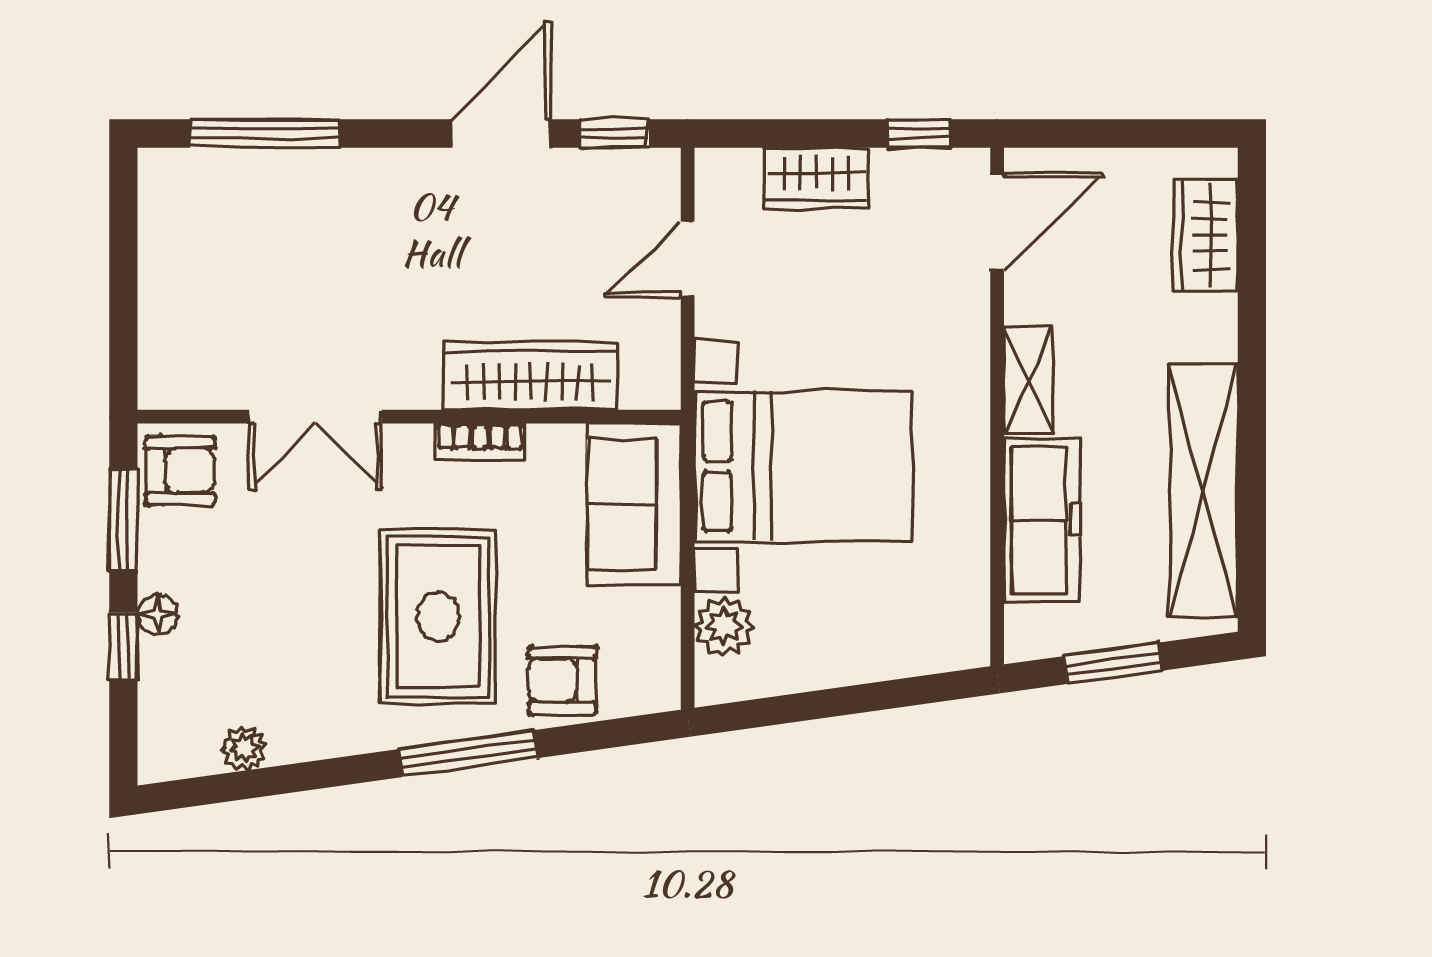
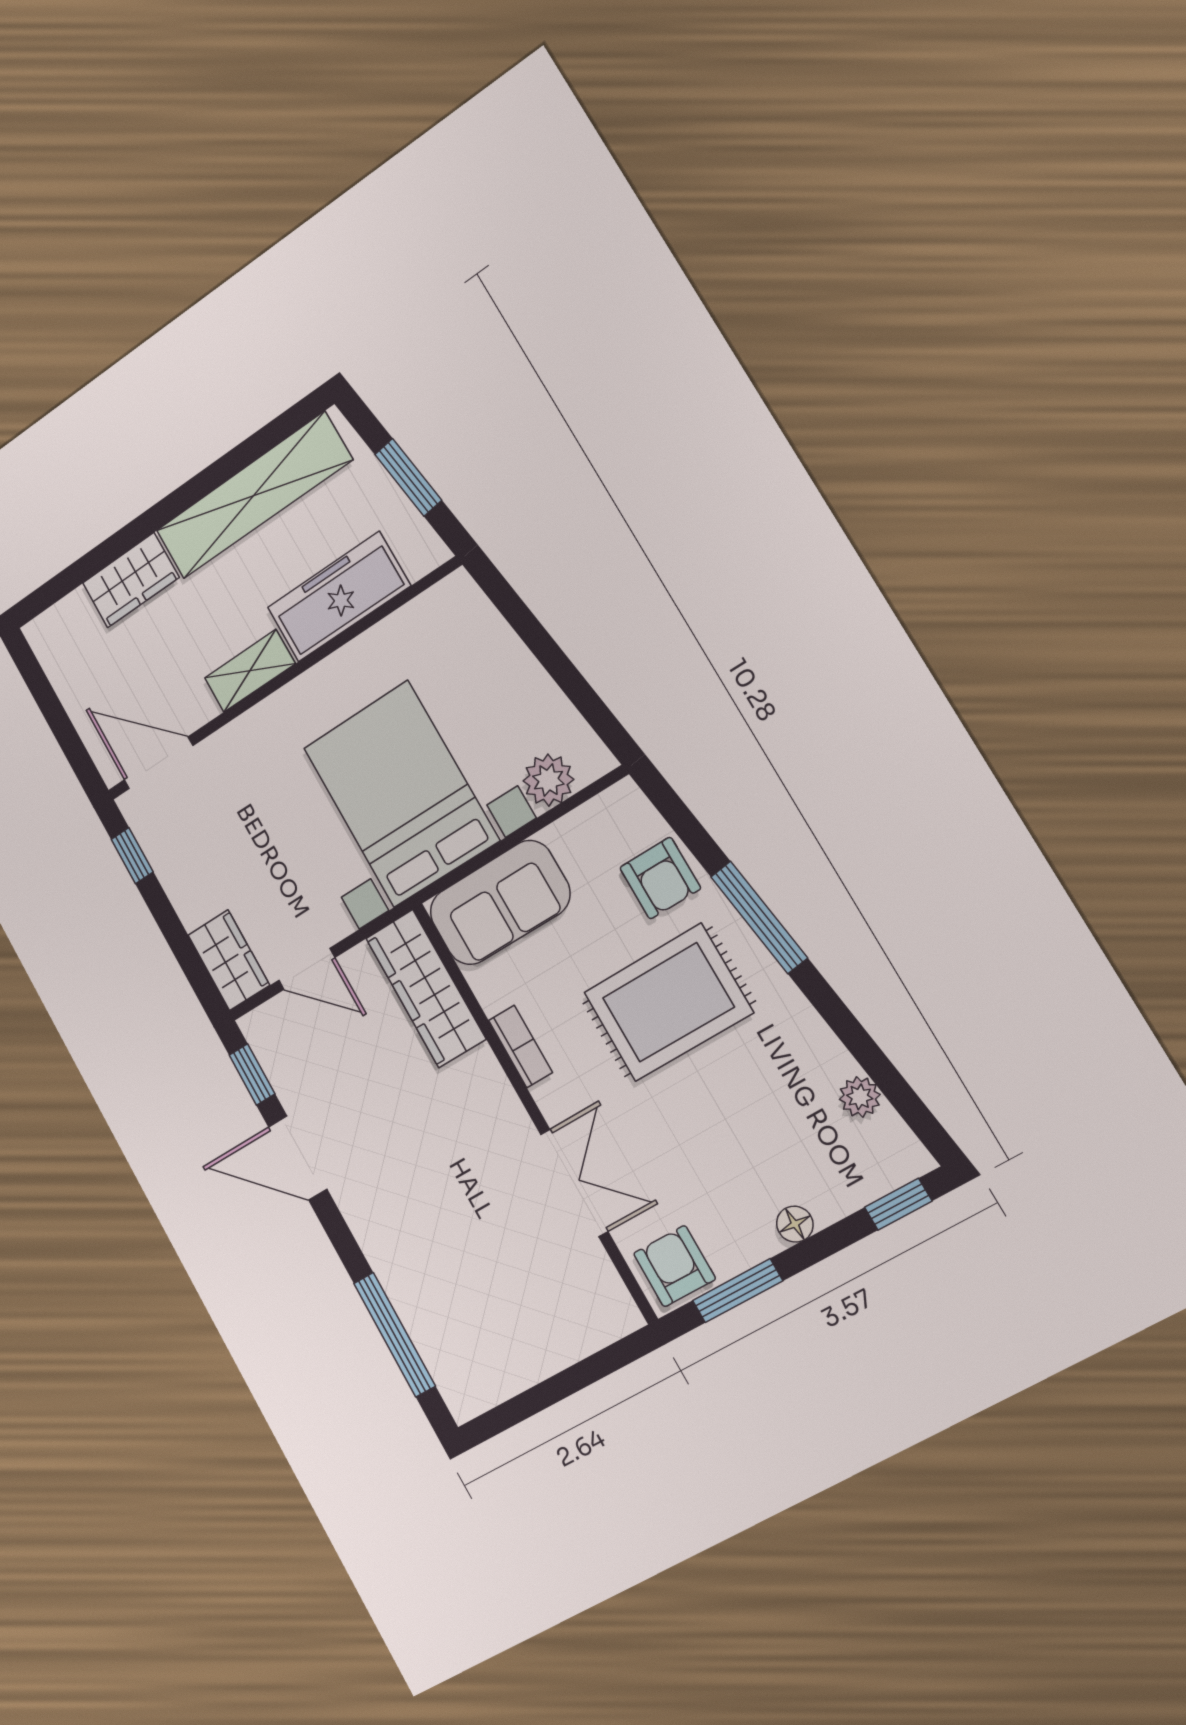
wardrobe: (816, 178) -> (229, 960), moved
wardrobe: (1206, 235) -> (131, 580), moved
wardrobe: (531, 376) -> (426, 988), moved
window: (123, 647) -> (898, 1204), moved

